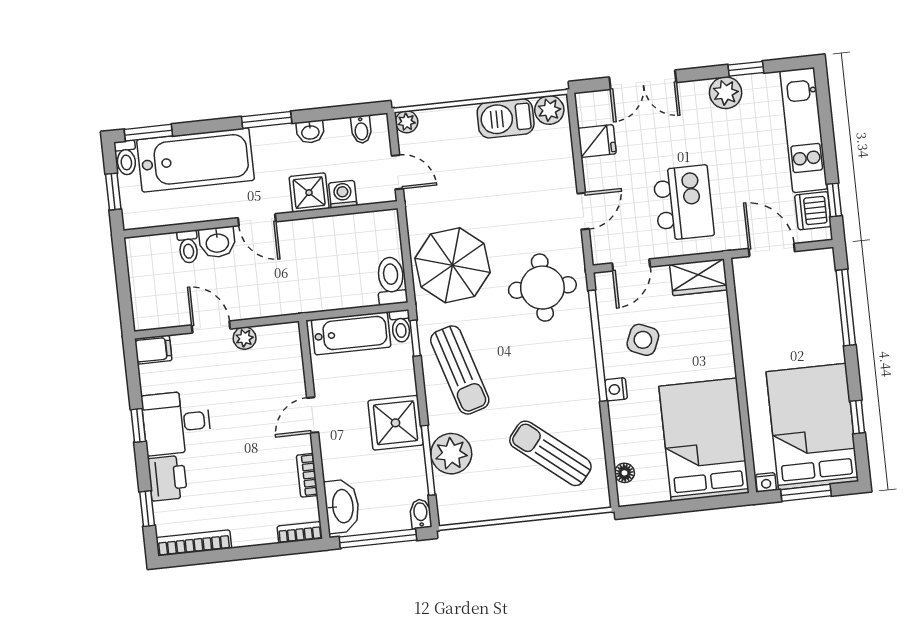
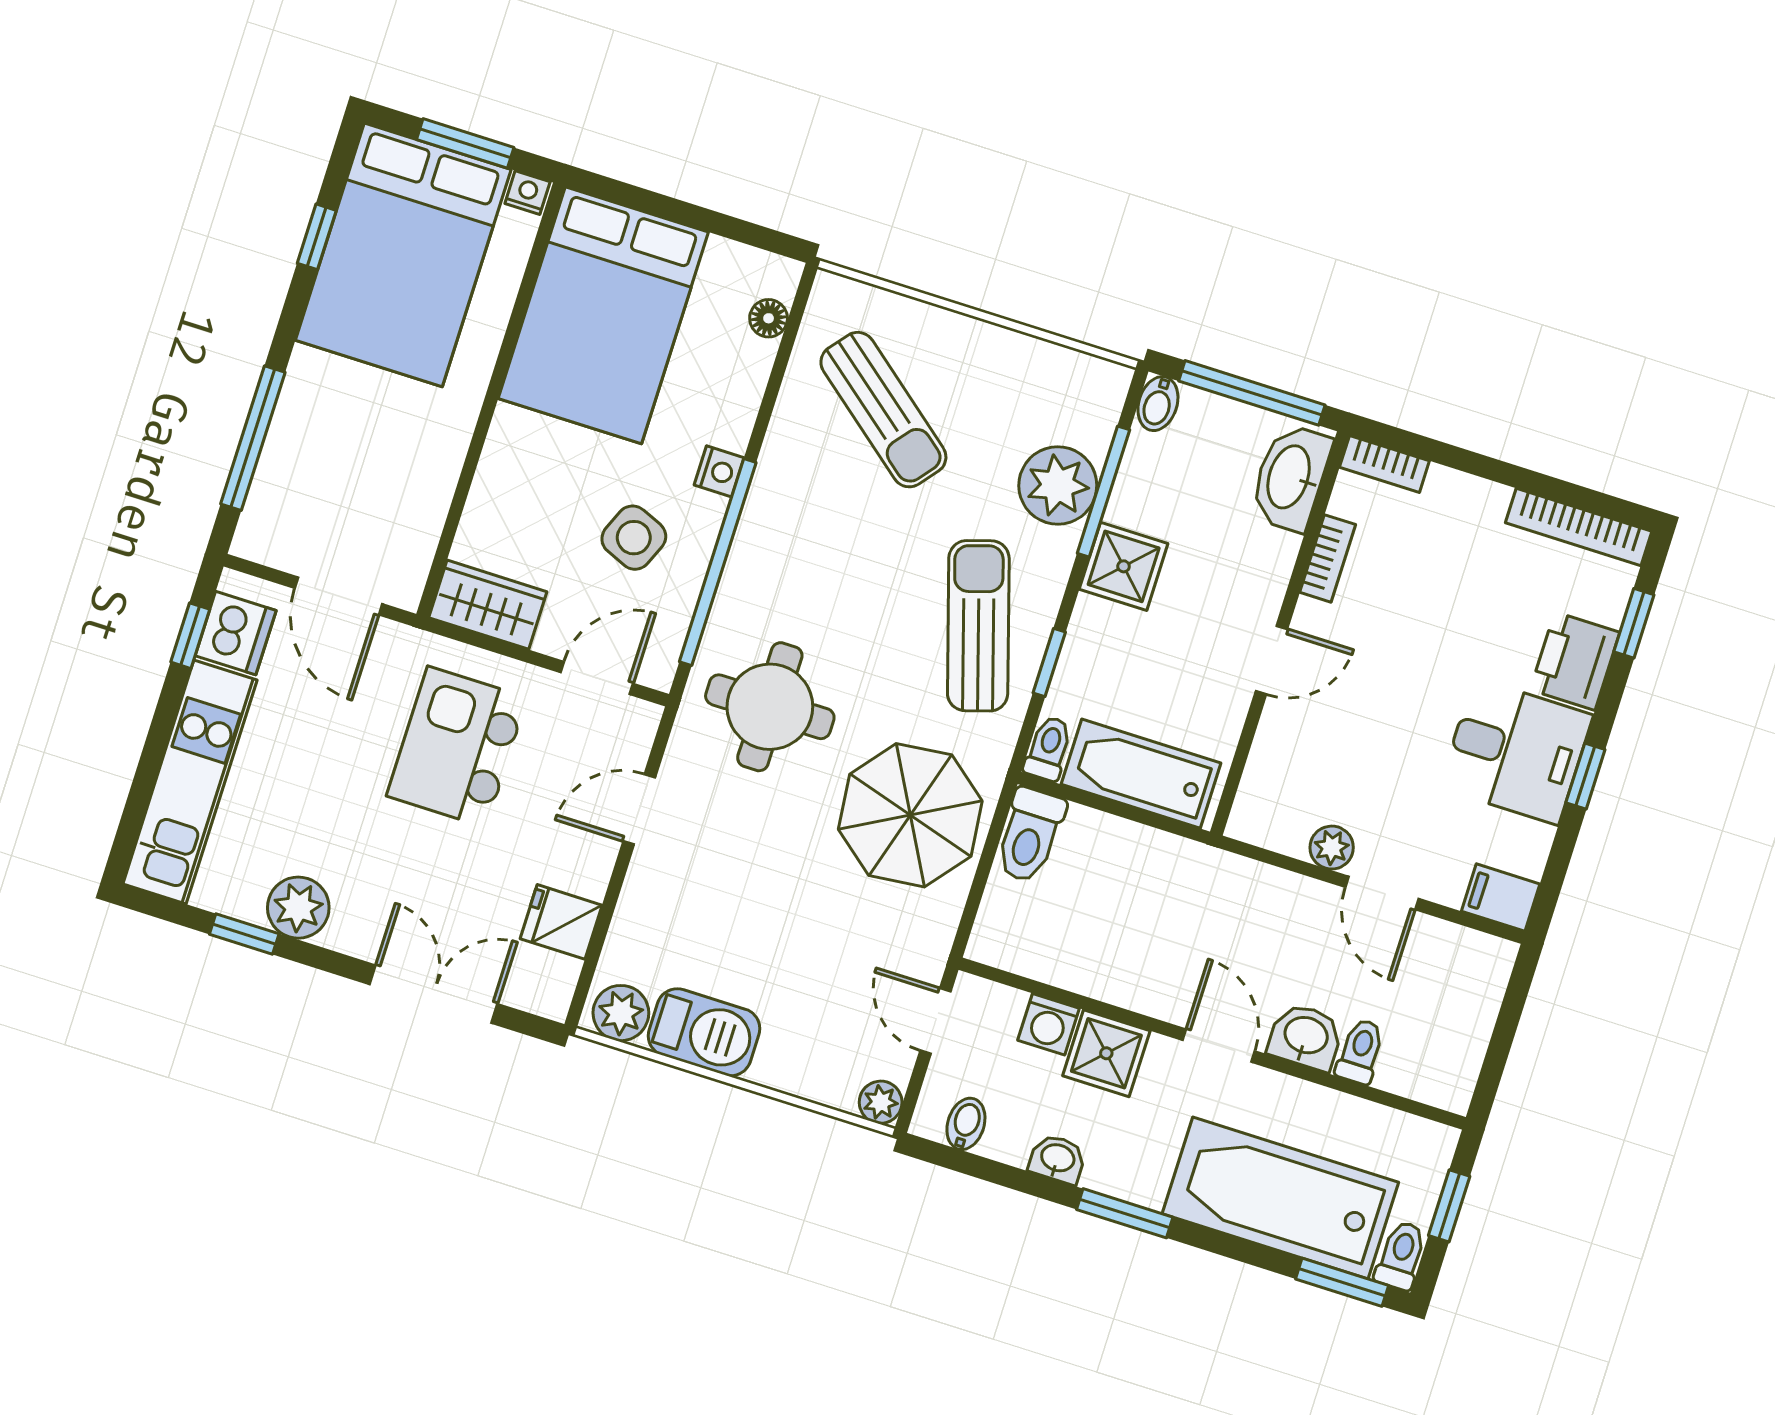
window: (415, 338) -> (1049, 662), moved
shower: (395, 423) -> (1124, 566), width x0.73, depth x0.73

